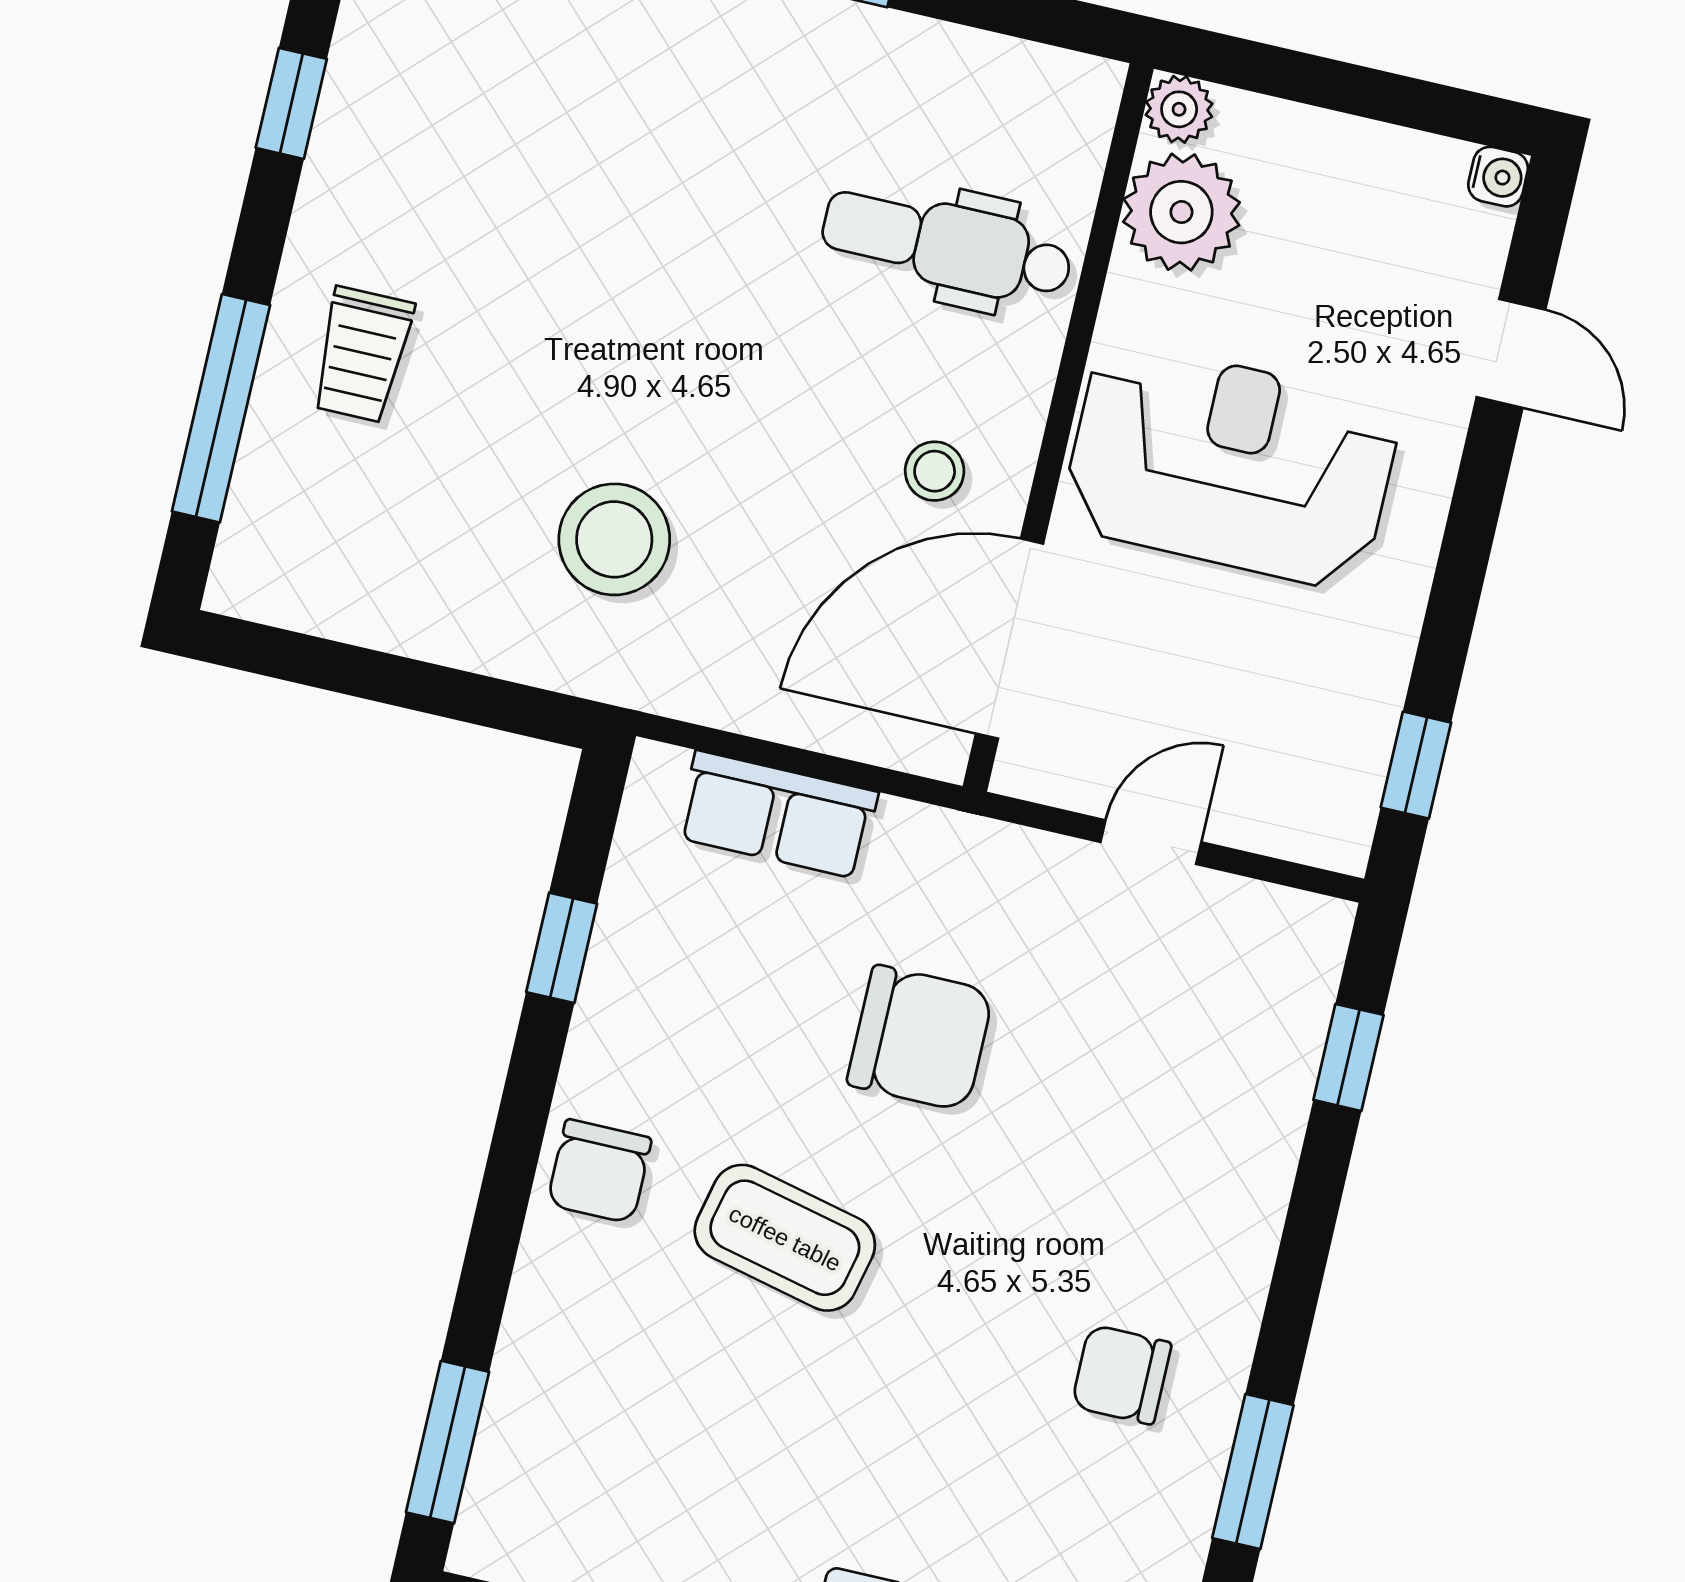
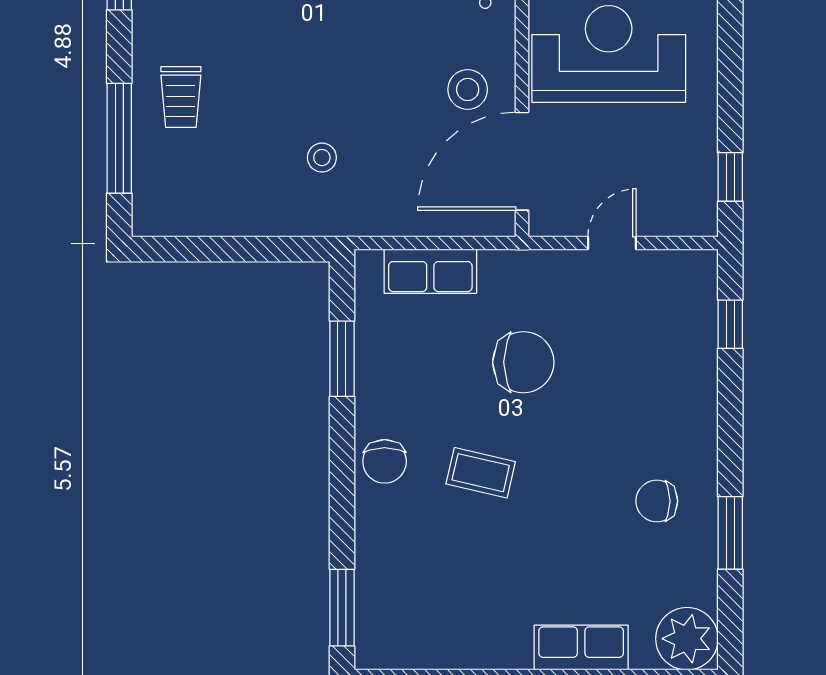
stool: (935, 471) -> (468, 89), width x1.37, depth x1.37
stool: (614, 539) -> (322, 158), width x0.53, depth x0.53
window: (562, 948) -> (342, 359), width x1.50
coffee table: (785, 1238) -> (481, 473), width x0.73, depth x0.77

